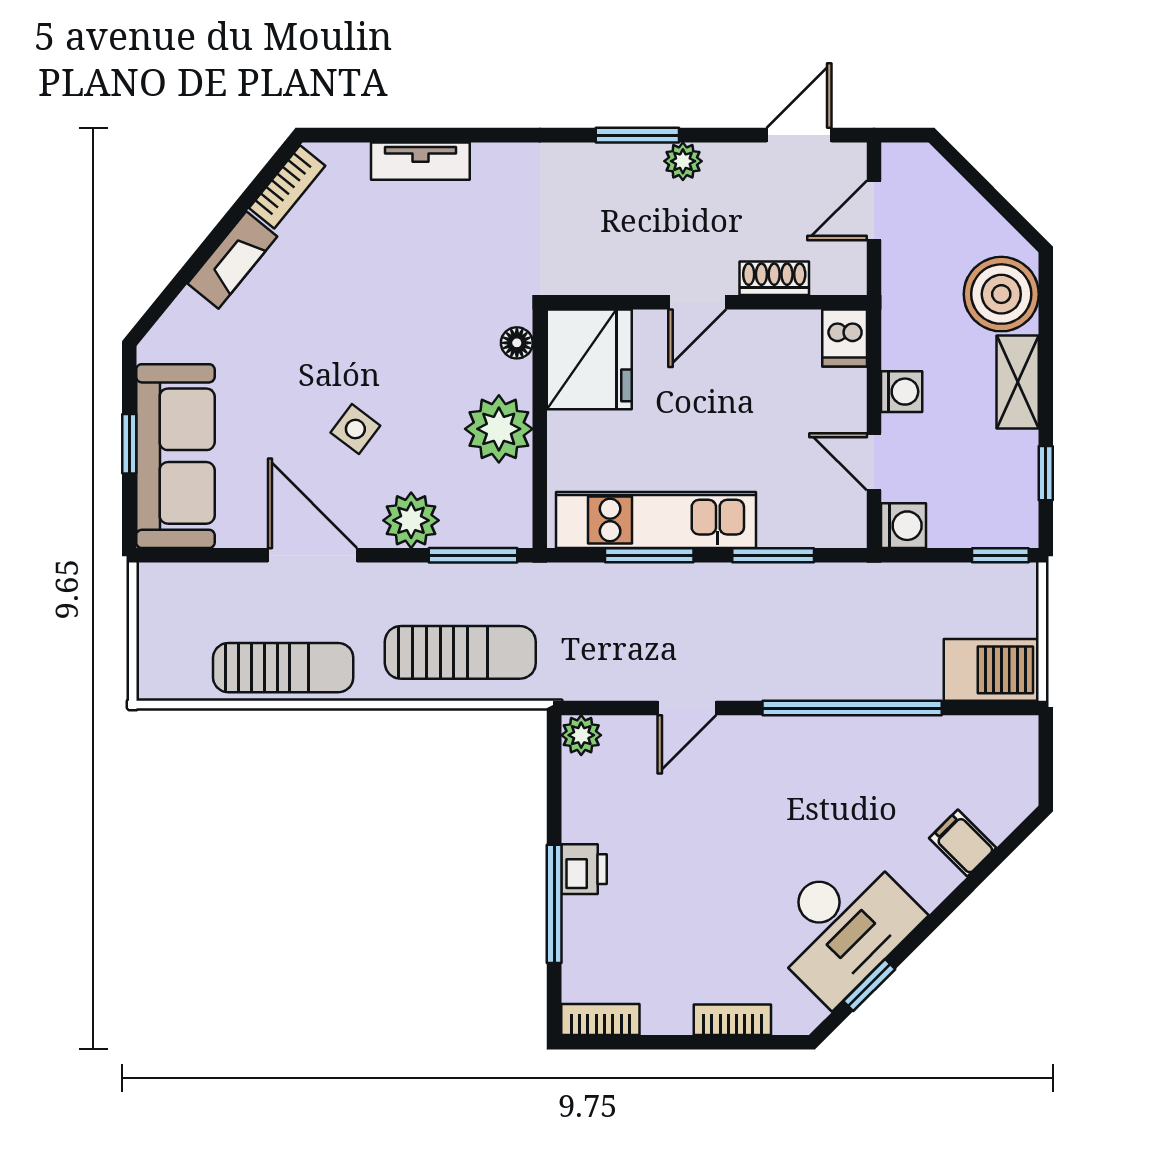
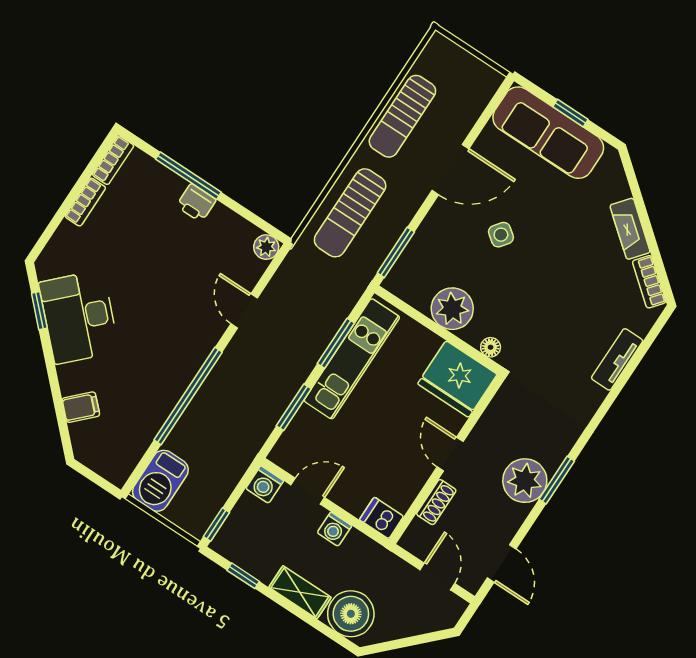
plant: (683, 161) -> (525, 481), width x1.88, depth x1.88
plant: (411, 520) -> (435, 232), removed
bookcase: (732, 1020) -> (85, 202), moved

